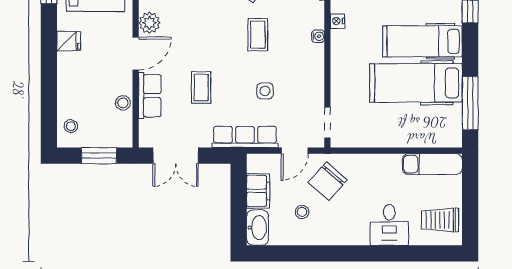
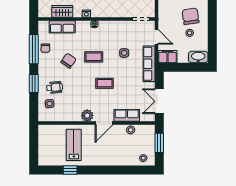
fridge: (69, 41) -> (97, 159), removed
door: (136, 53) -> (104, 123), swing flipped
coffee table: (201, 88) -> (105, 83), moved
double door: (176, 156) -> (159, 101), swing flipped
chair: (328, 181) -> (191, 16), moved, turned -139
filing cabinet: (258, 191) -> (168, 57), moved

